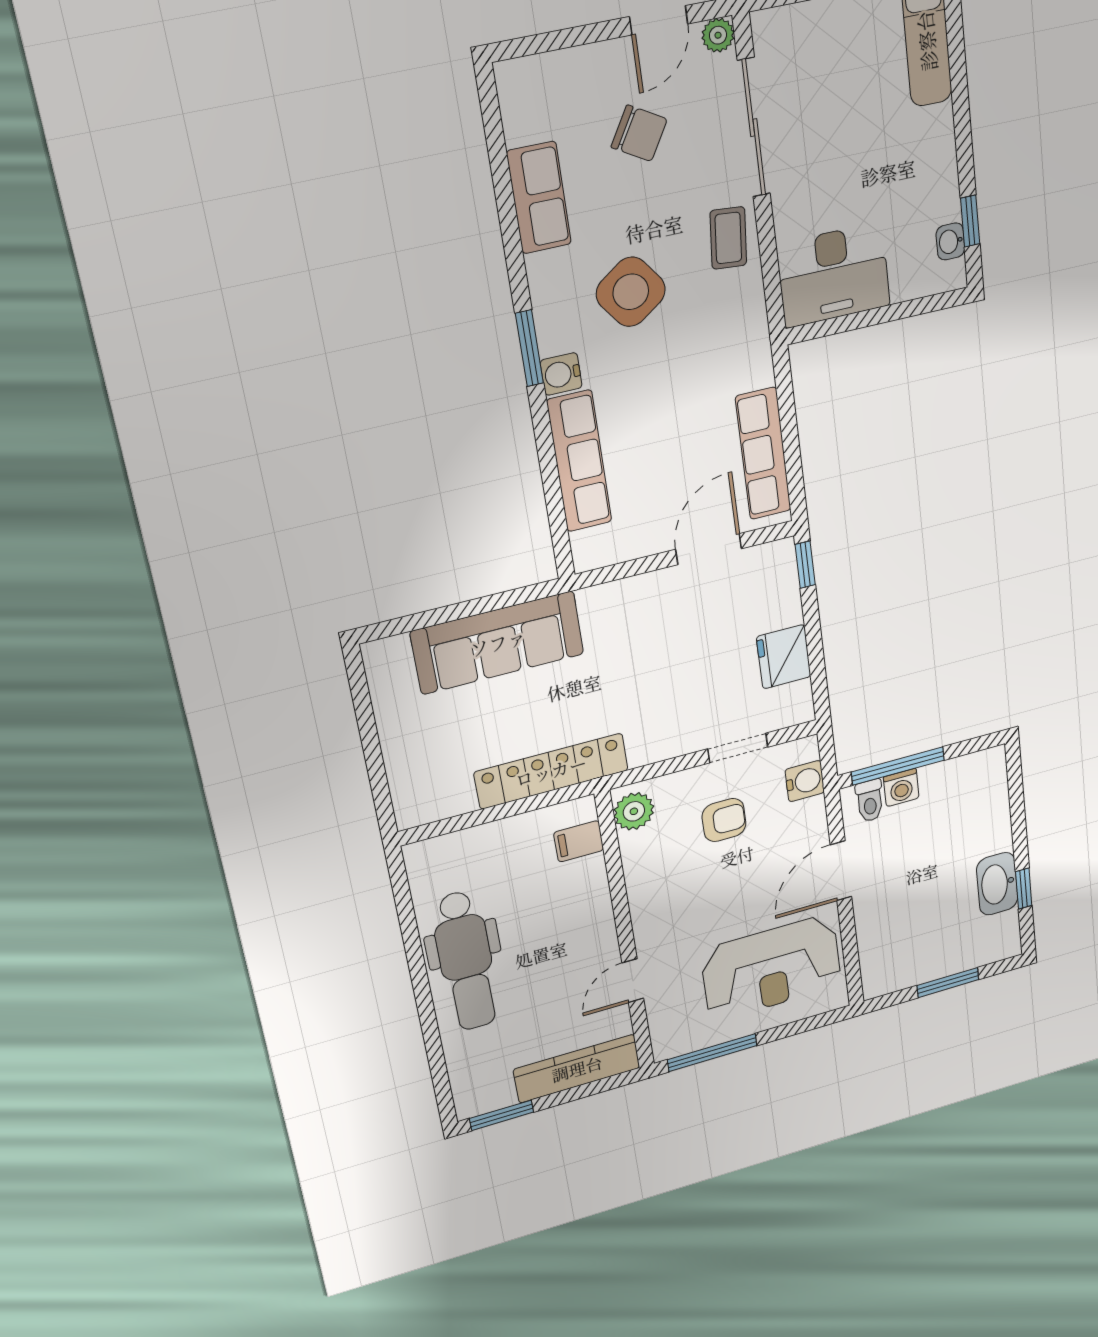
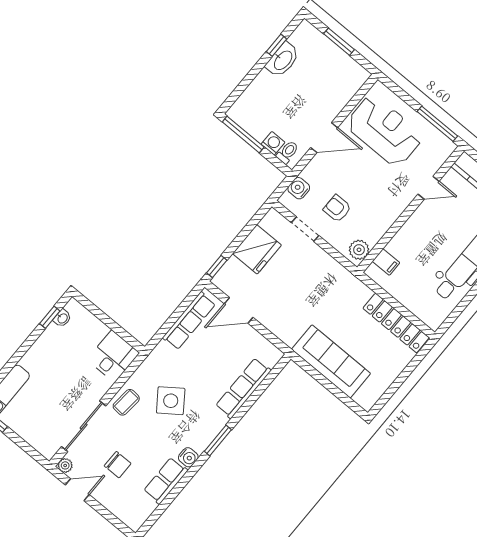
chair: (639, 133) -> (118, 465), turned 150
desk: (834, 275) -> (113, 356), width x0.73
side table: (631, 292) -> (171, 401), moved
water cooler: (561, 374) -> (188, 457), moved
fridge: (784, 657) -> (257, 249), width x1.36, depth x1.34
window: (898, 766) -> (243, 134), moved
locker: (551, 771) -> (396, 323), moved

